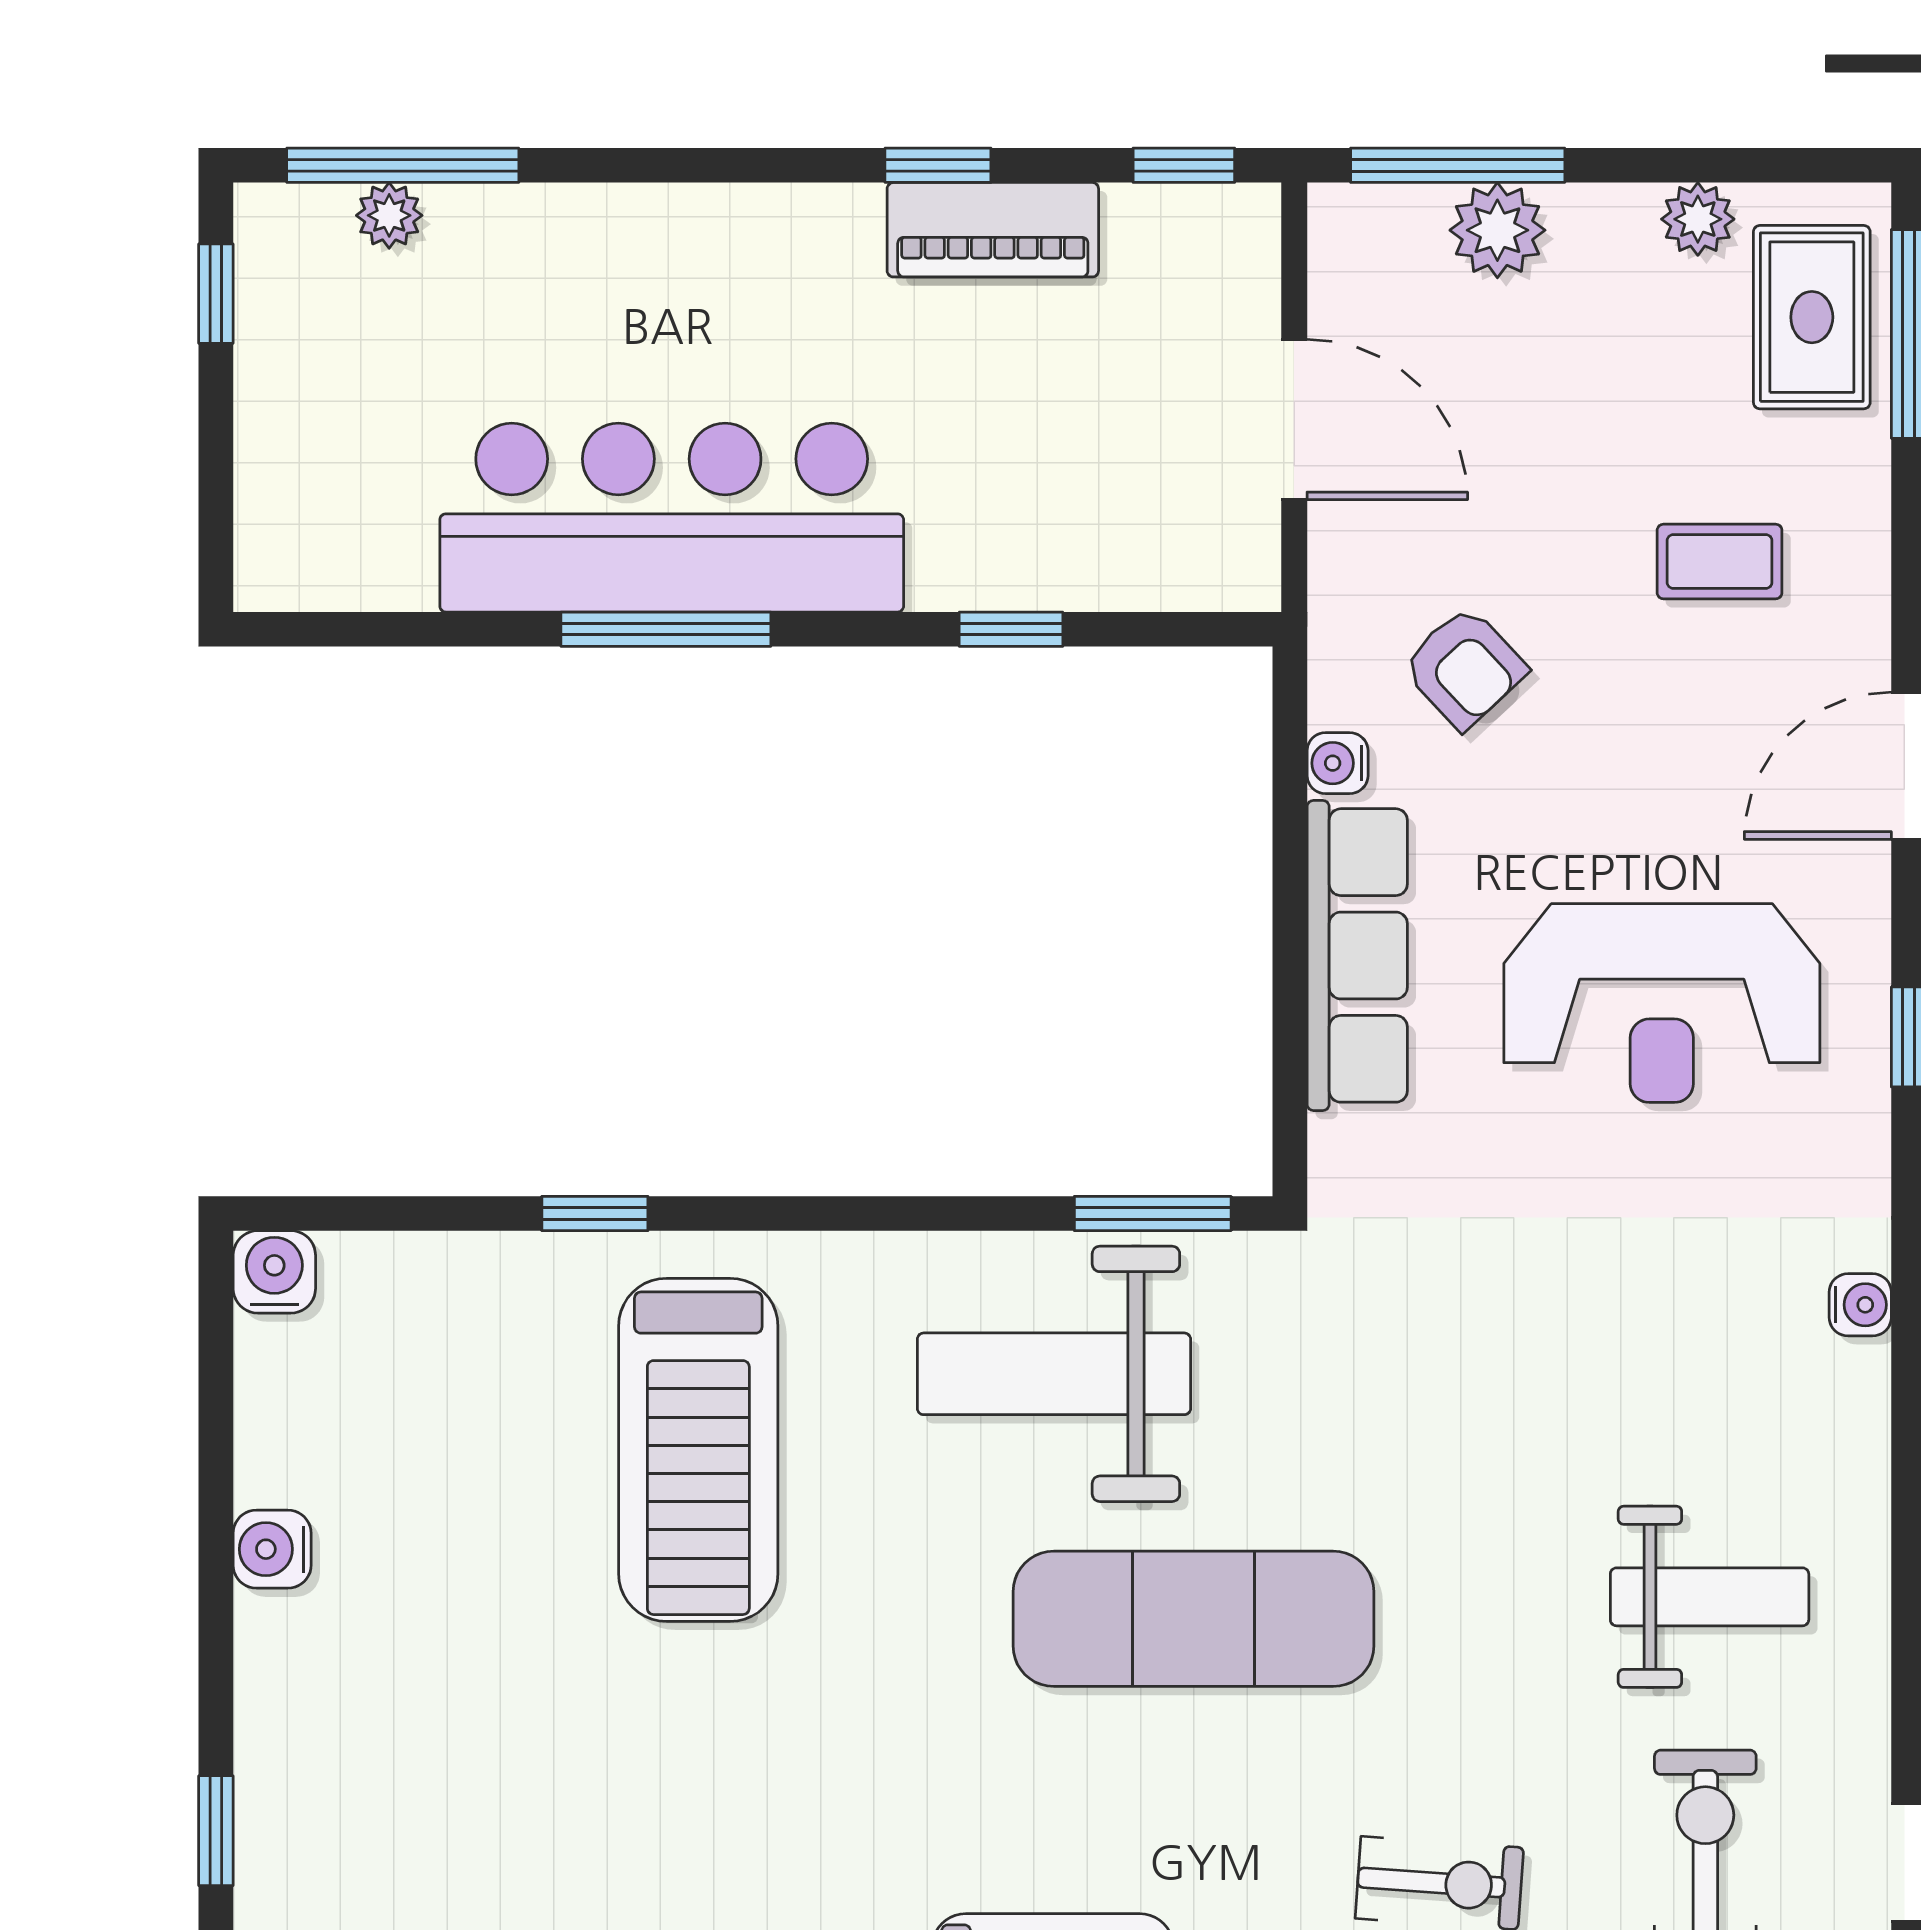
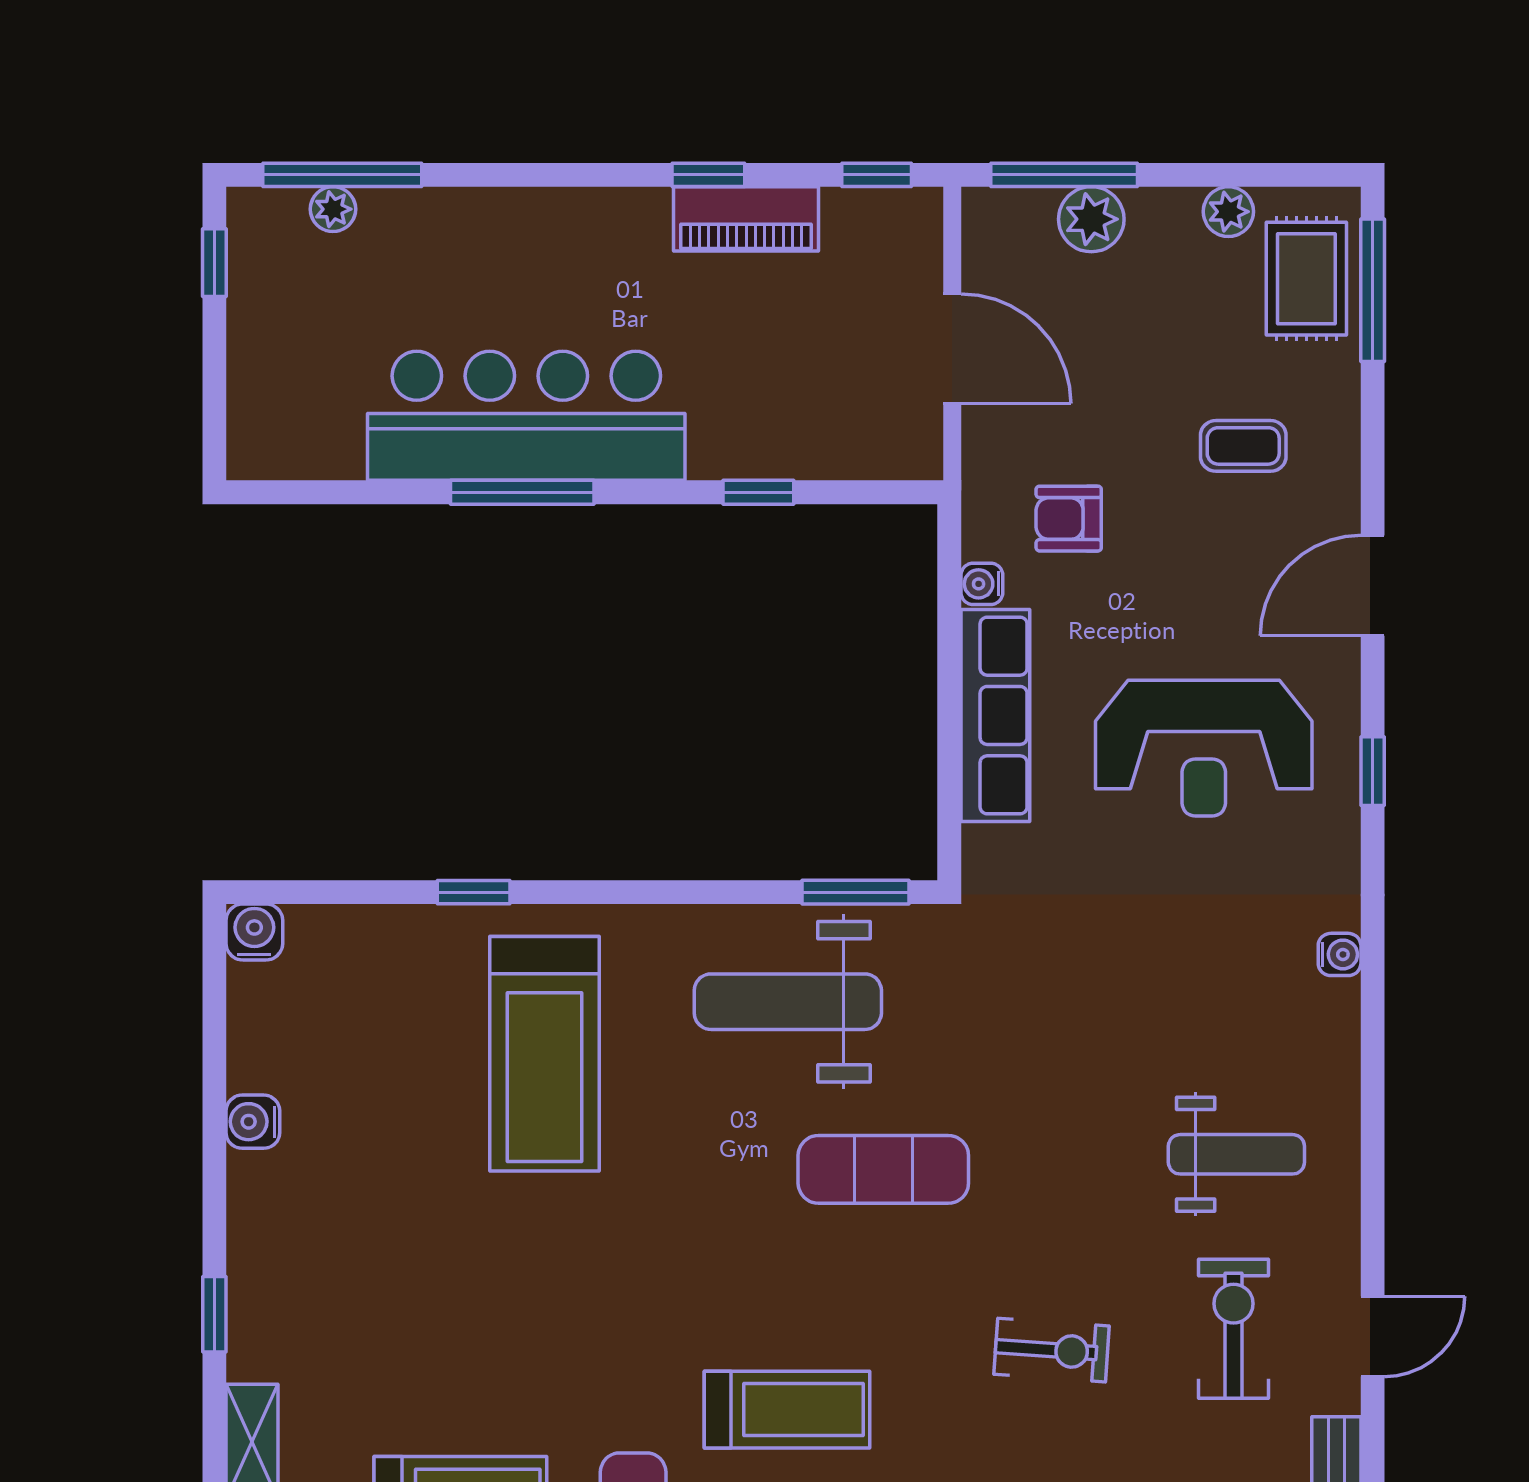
armchair: (1464, 668) -> (1069, 519), turned 133
exercise mat: (1194, 1619) -> (883, 1169), width x0.73, depth x0.69

